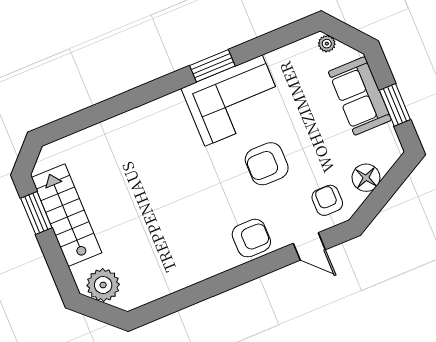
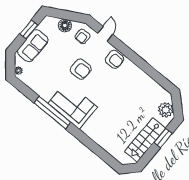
window: (212, 66) -> (52, 113), width x2.11
corner sofa: (234, 101) -> (73, 105), moved
window: (36, 213) -> (163, 138), moved
armchair: (251, 238) -> (114, 59), turned 180

